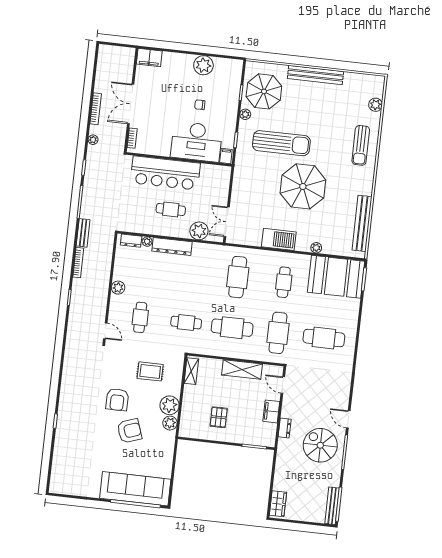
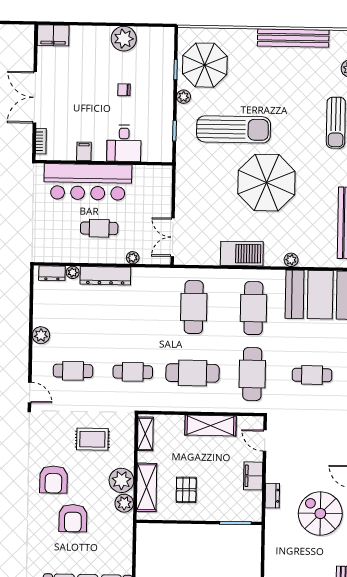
bench: (315, 75) -> (293, 38), moved
desk: (196, 142) -> (124, 143), width x0.53, depth x0.77
filing cabinet: (226, 156) -> (84, 151), moved
plant: (199, 231) -> (133, 258), width x0.53, depth x0.53
cafe table: (284, 282) -> (253, 308), width x1.37, depth x1.35
cafe table: (140, 317) -> (73, 371), turned 90
cafe table: (324, 338) -> (312, 375), width x0.73, depth x0.74
shelving: (188, 412) -> (147, 487), added
armchair: (129, 431) -> (73, 518), turned 109

